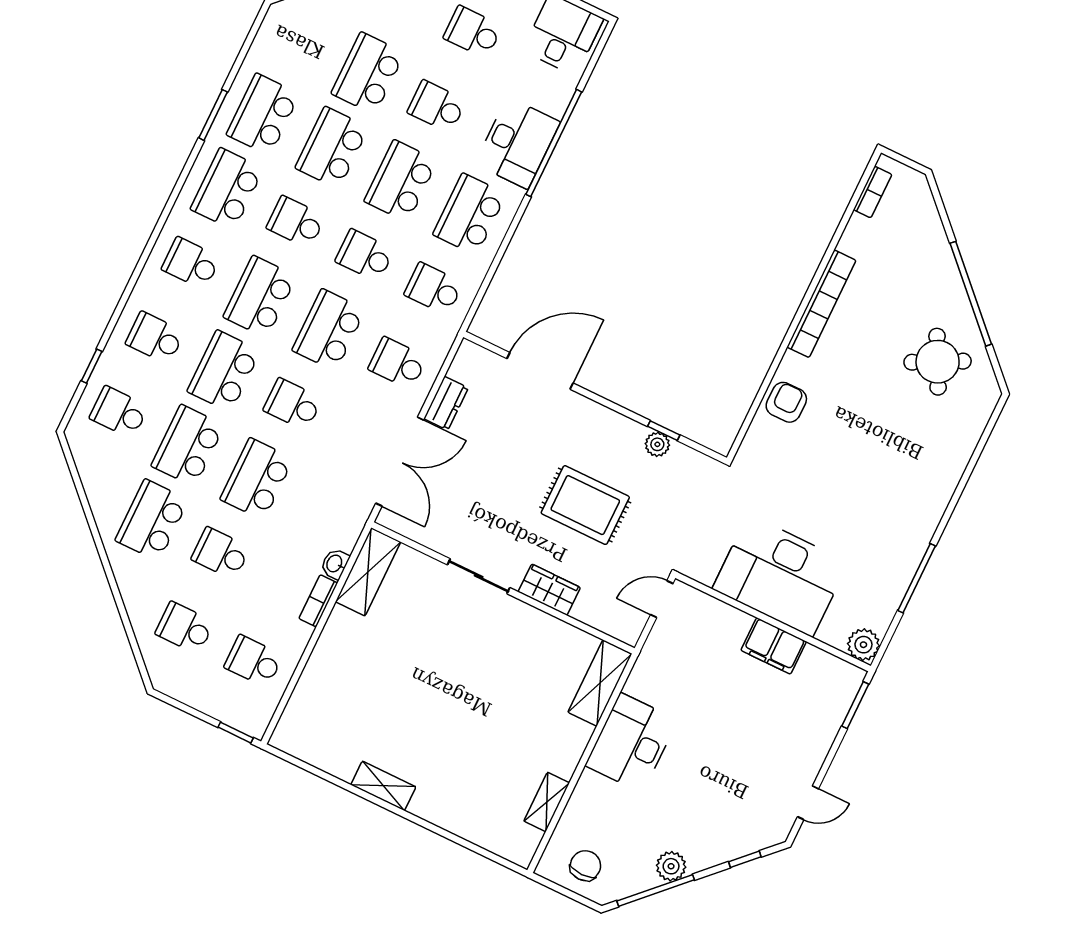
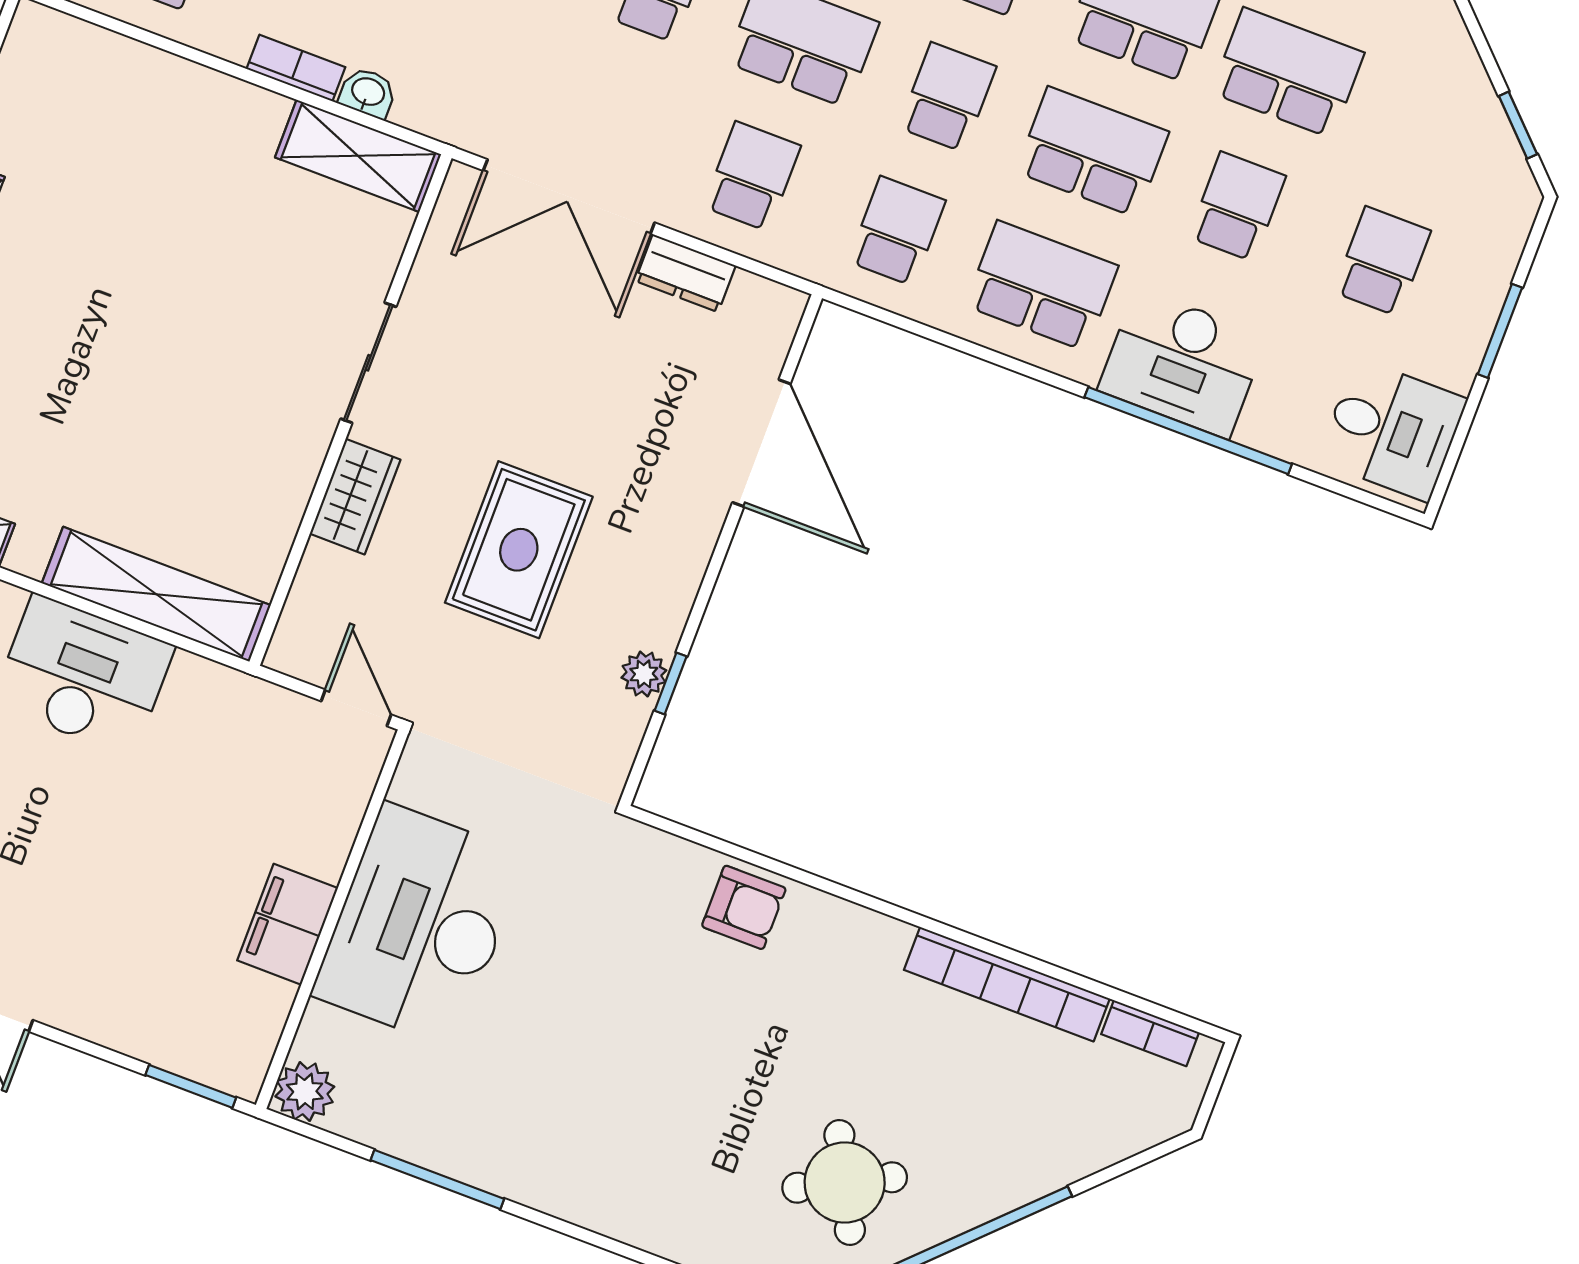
bookcase: (821, 304) -> (1007, 984), moved
shelving: (600, 683) -> (156, 594), width x1.47

